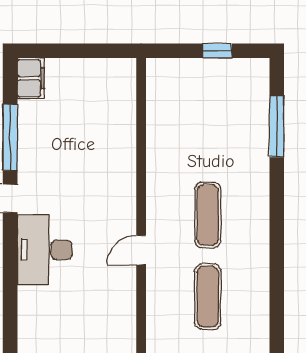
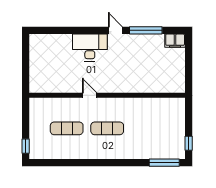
window: (217, 51) -> (189, 143), moved
window: (277, 127) -> (164, 163), moved

